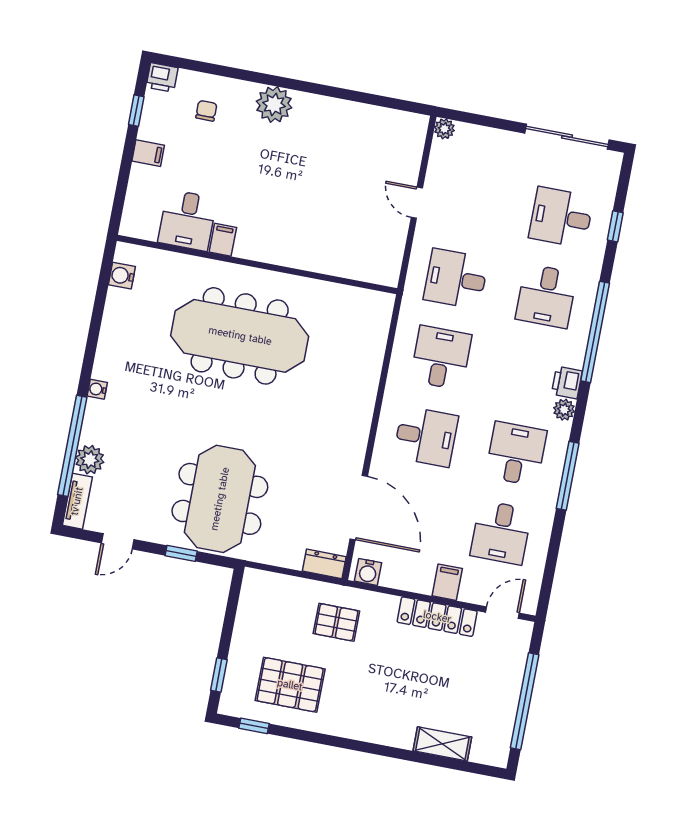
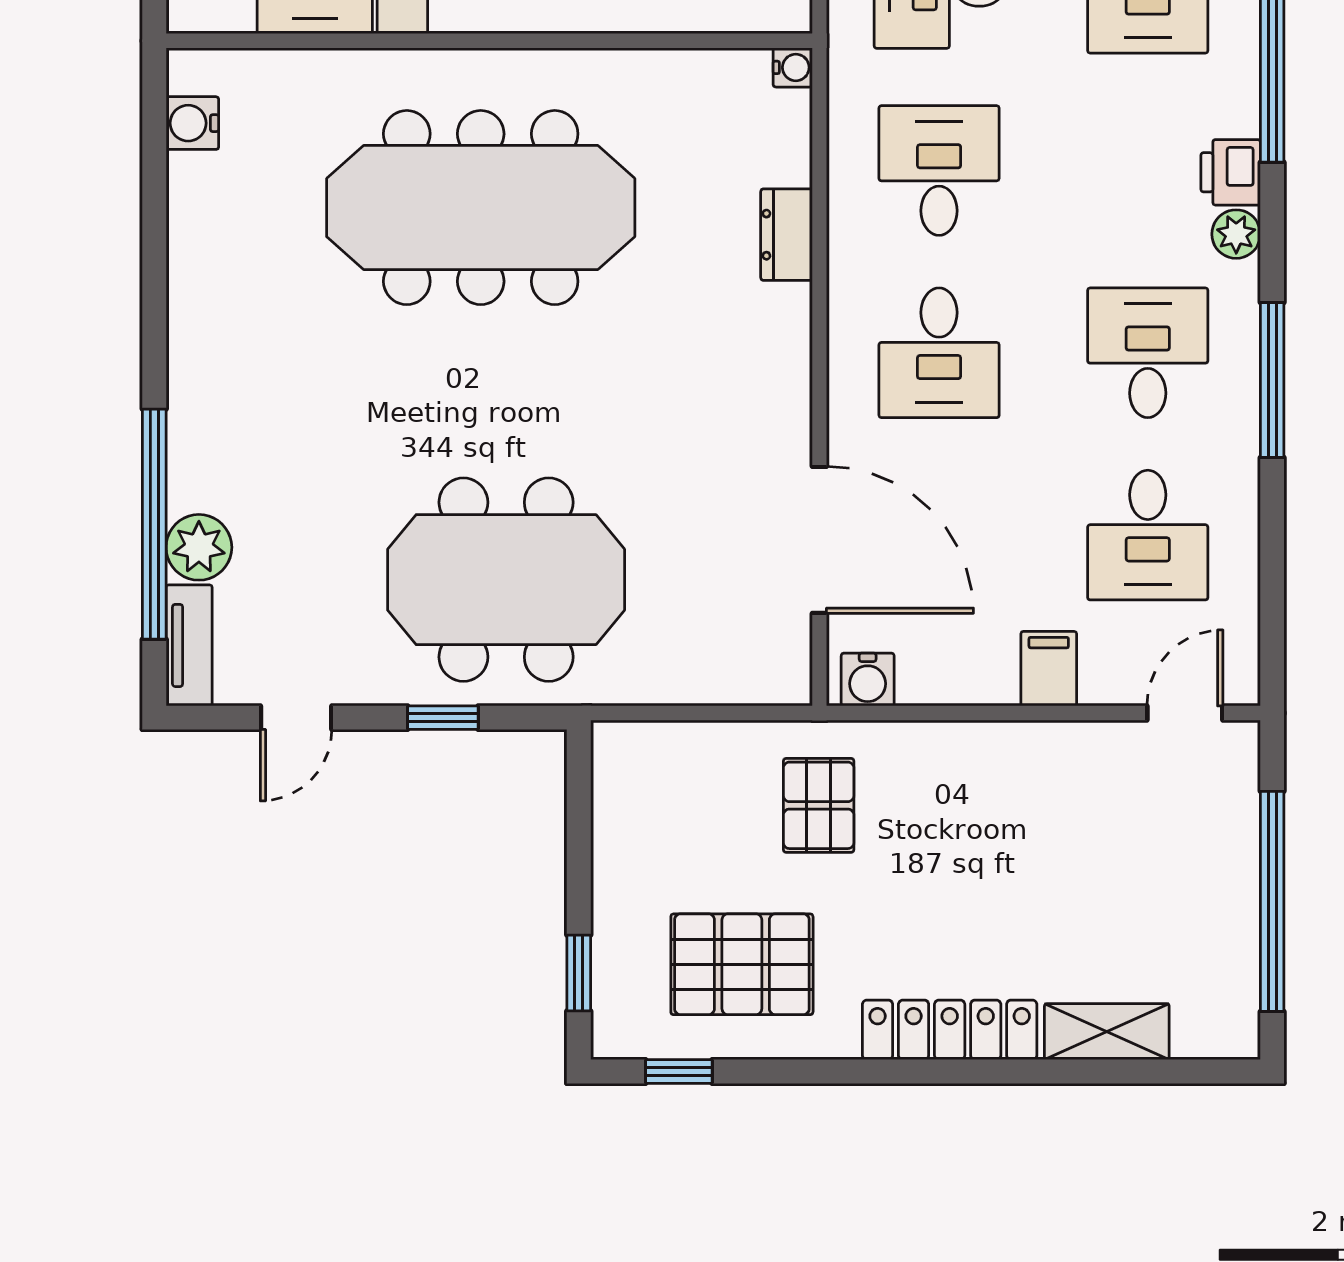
water cooler: (97, 389) -> (793, 67), moved, turned 180
desk: (426, 437) -> (939, 353), turned 90
meeting table: (220, 499) -> (506, 580), turned 90
dresser: (324, 564) -> (787, 235), moved, turned -90
locker: (437, 617) -> (950, 1030), moved, turned 180
pallet: (336, 622) -> (819, 805), turned 90

